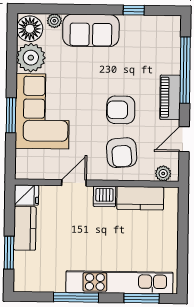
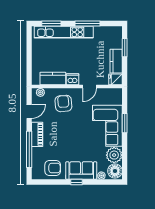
window: (134, 10) -> (76, 182), moved
armchair: (121, 110) -> (53, 168), moved

